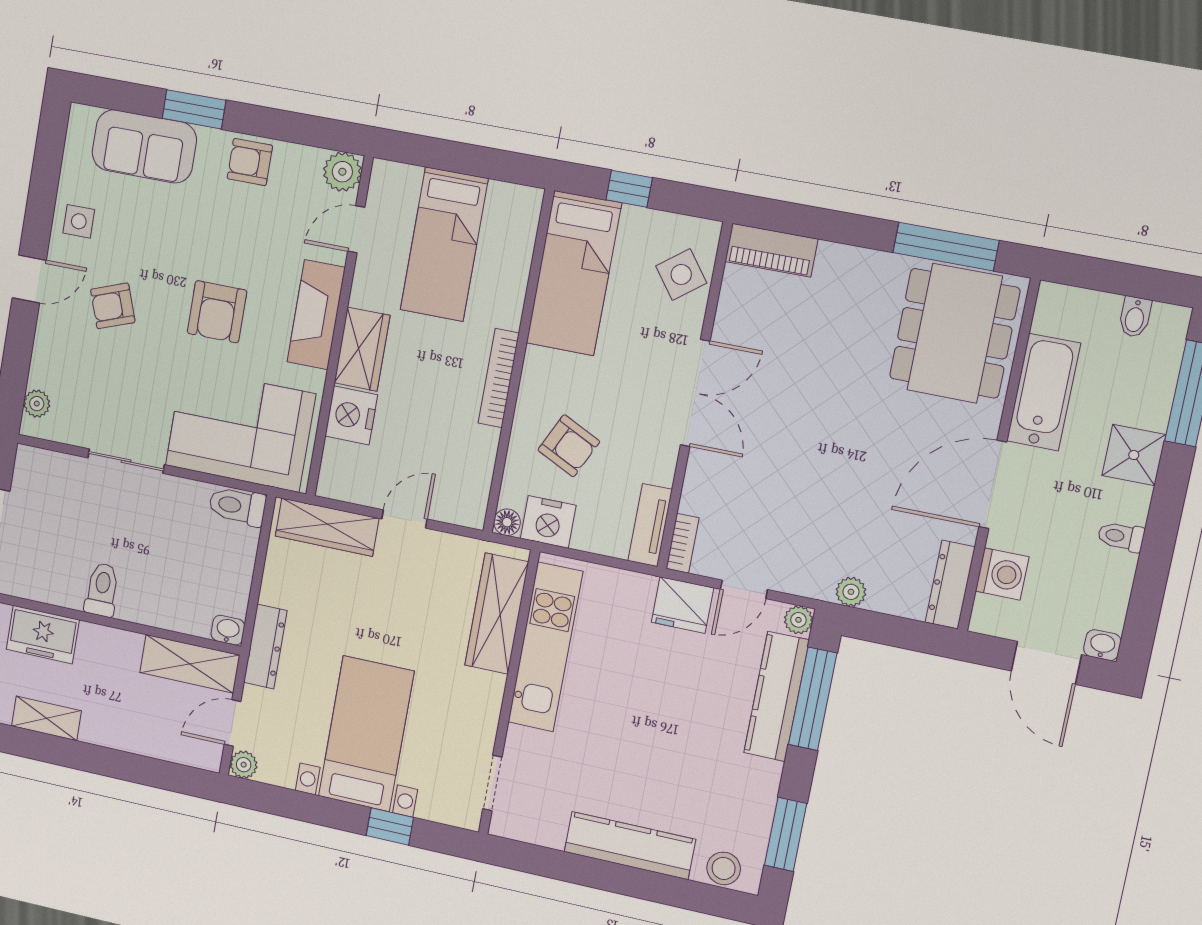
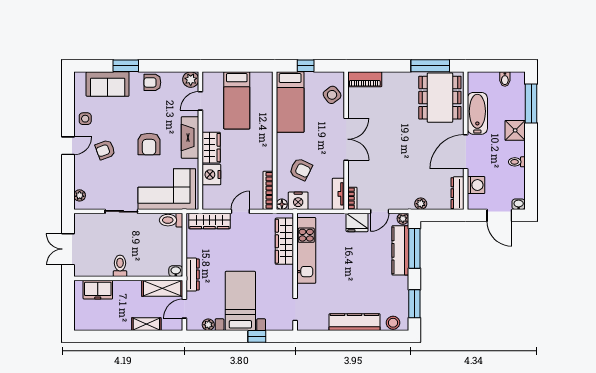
bookcase: (499, 378) -> (268, 190), moved
shelving: (46, 718) -> (146, 324), moved
plant: (244, 765) -> (208, 325), moved

